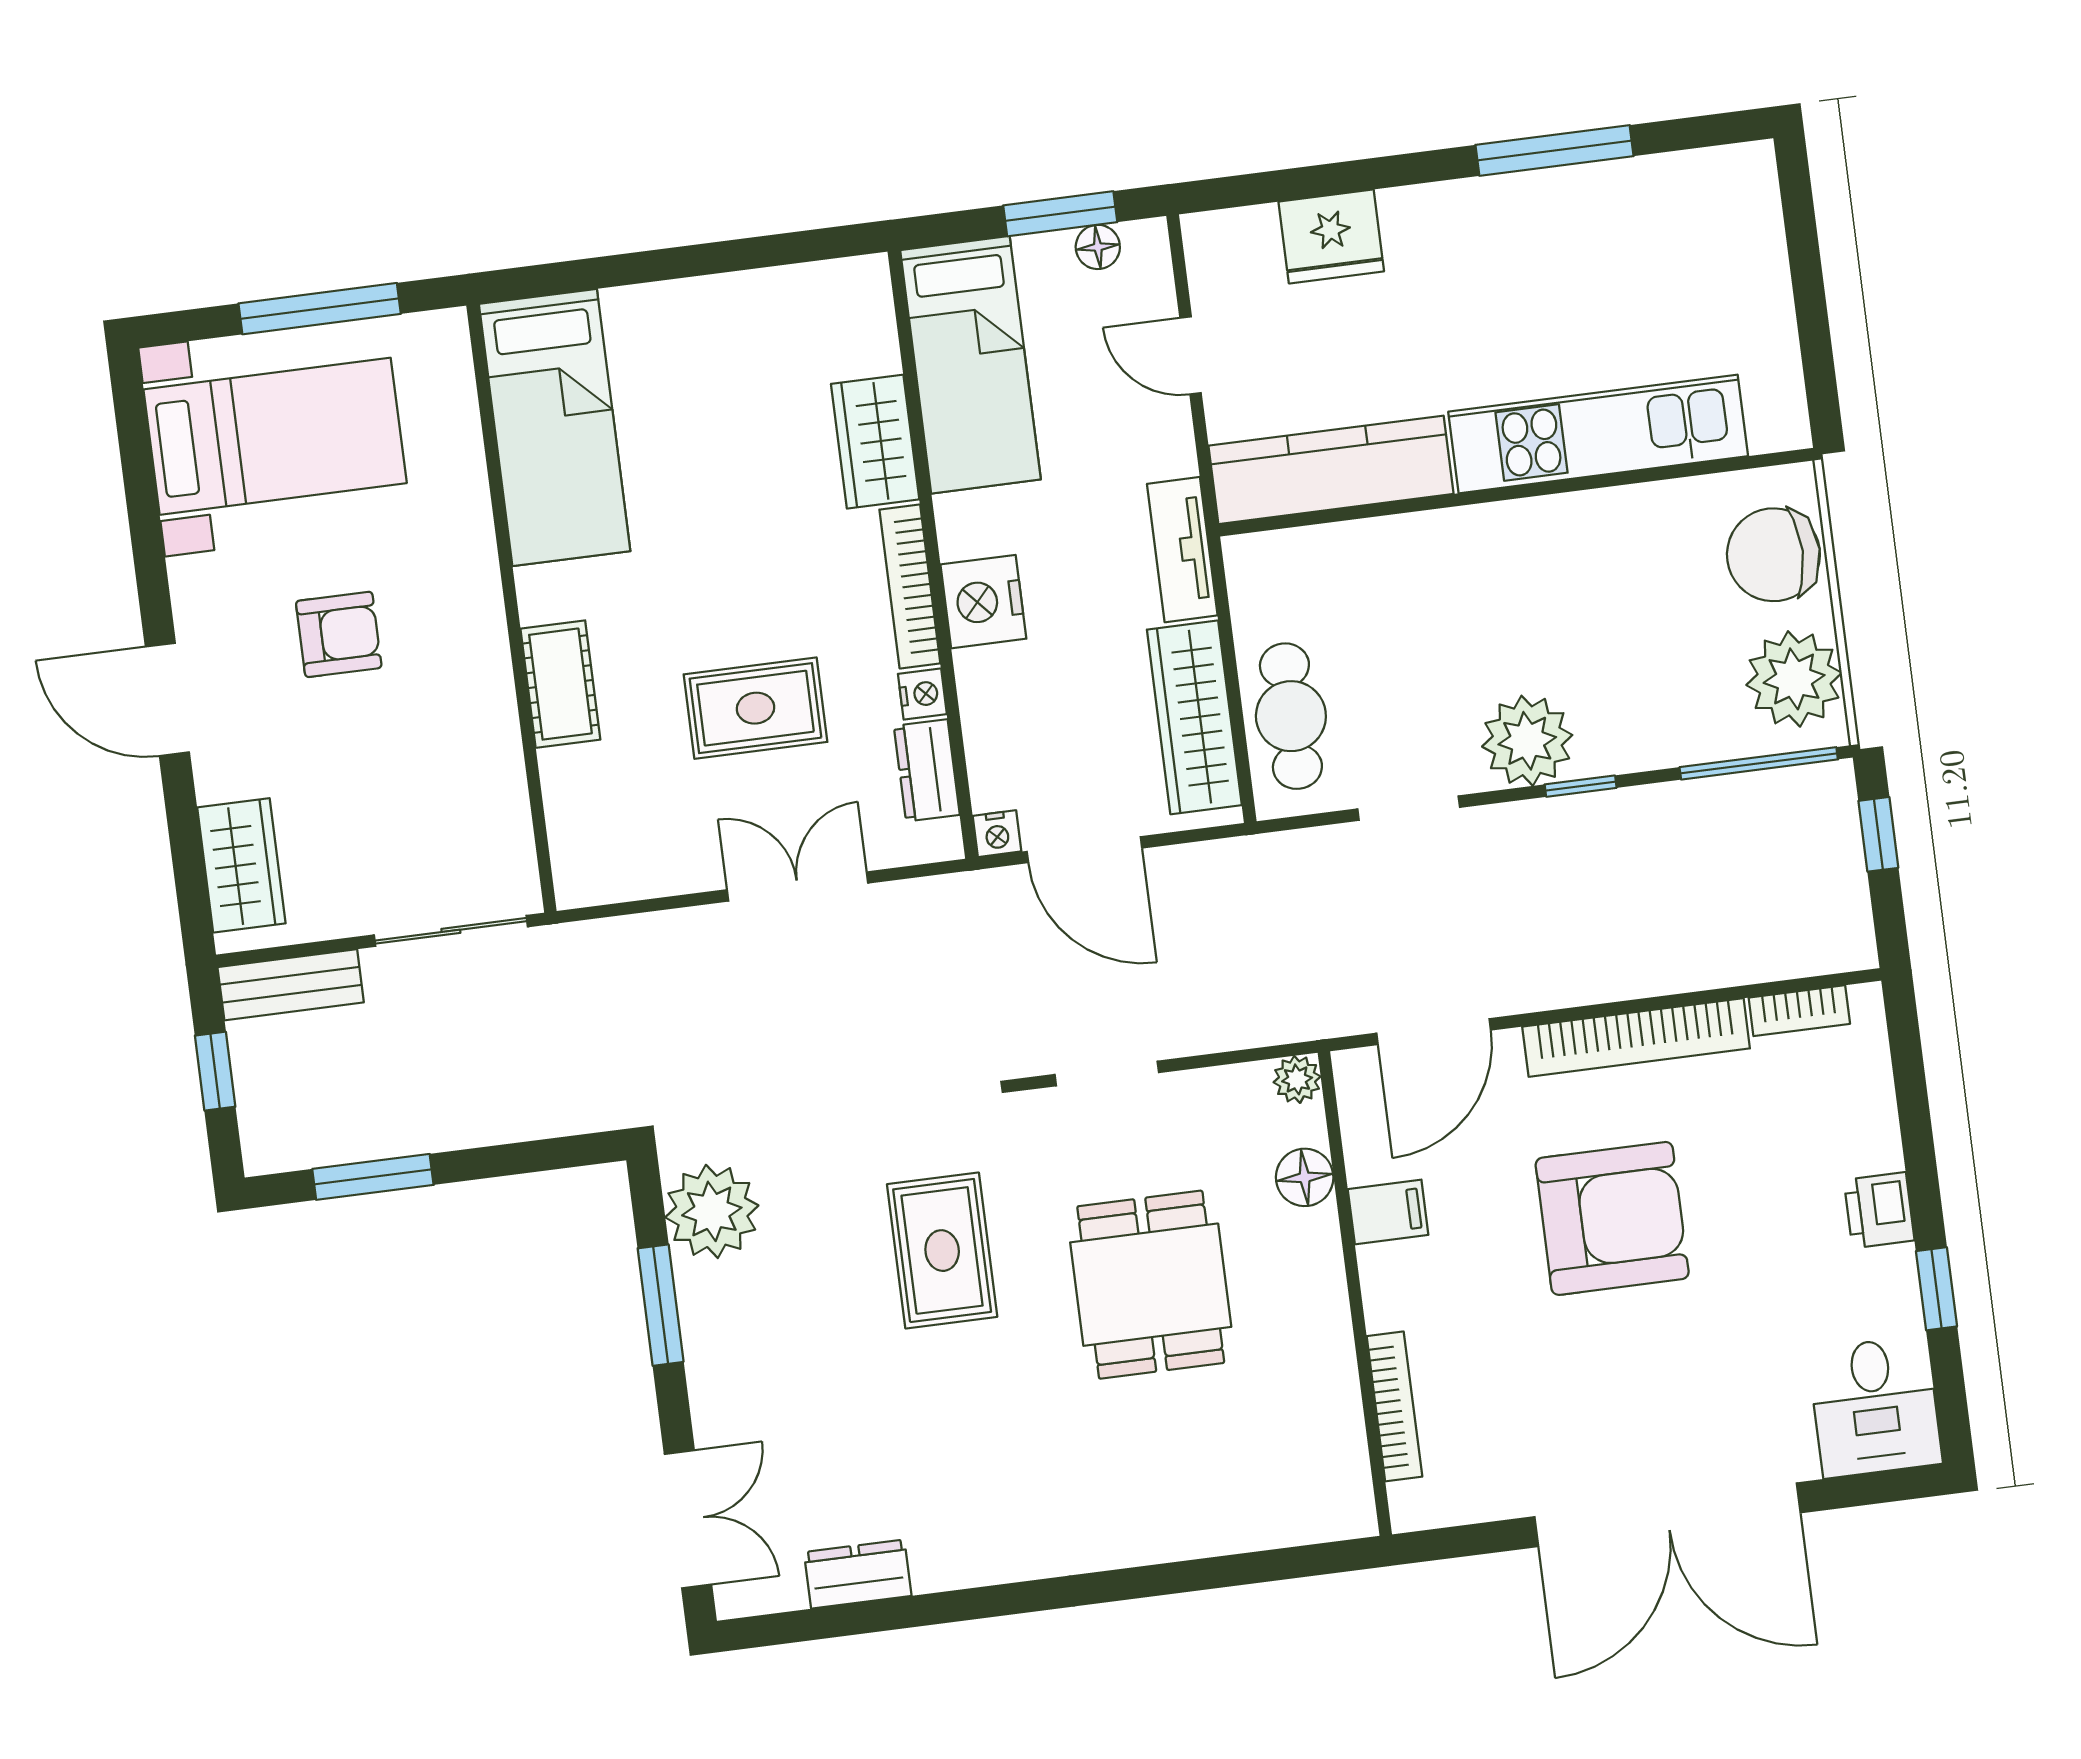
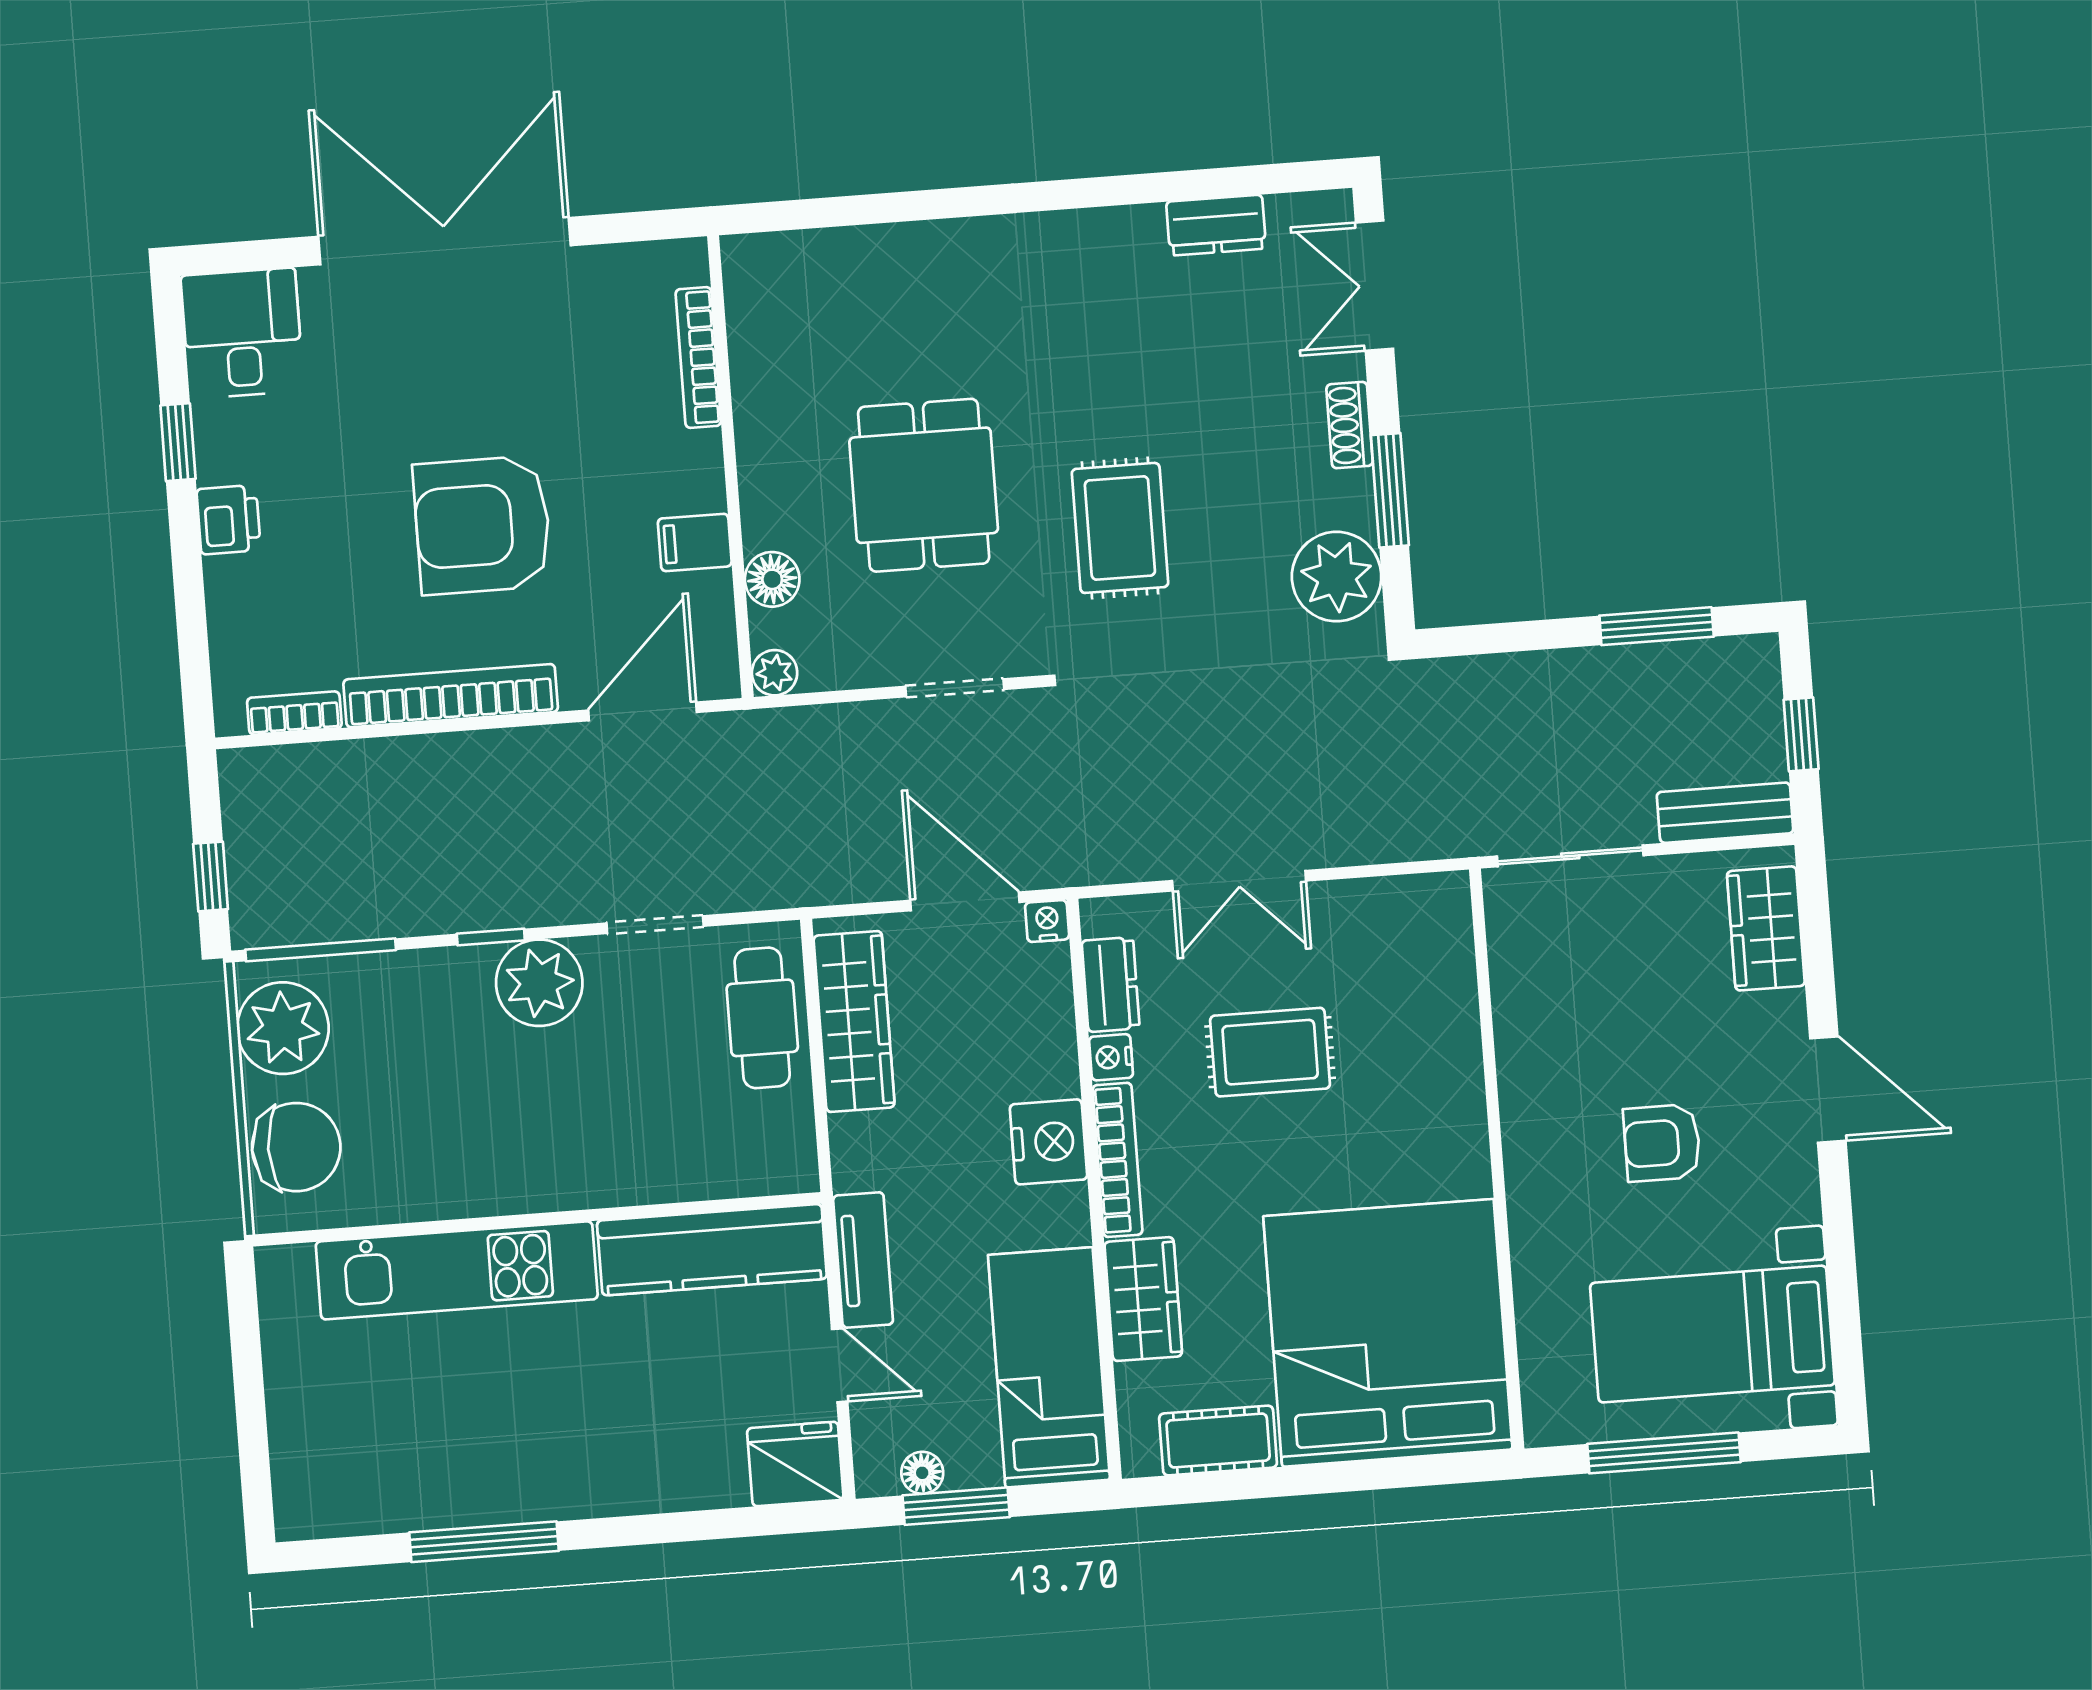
fridge: (1331, 236) -> (795, 1464), moved
bed: (555, 428) -> (1388, 1333), width x2.04
tv unit: (1182, 550) -> (863, 1260), moved
cot: (560, 684) -> (1218, 1440), moved, turned 90
shoe rack: (707, 1371) -> (1350, 425), added

